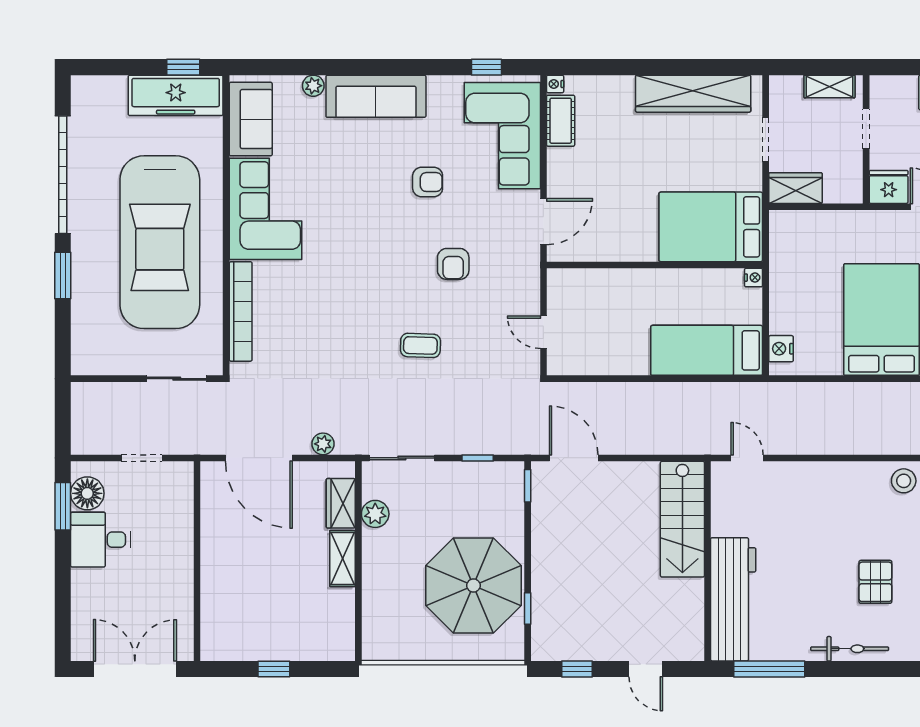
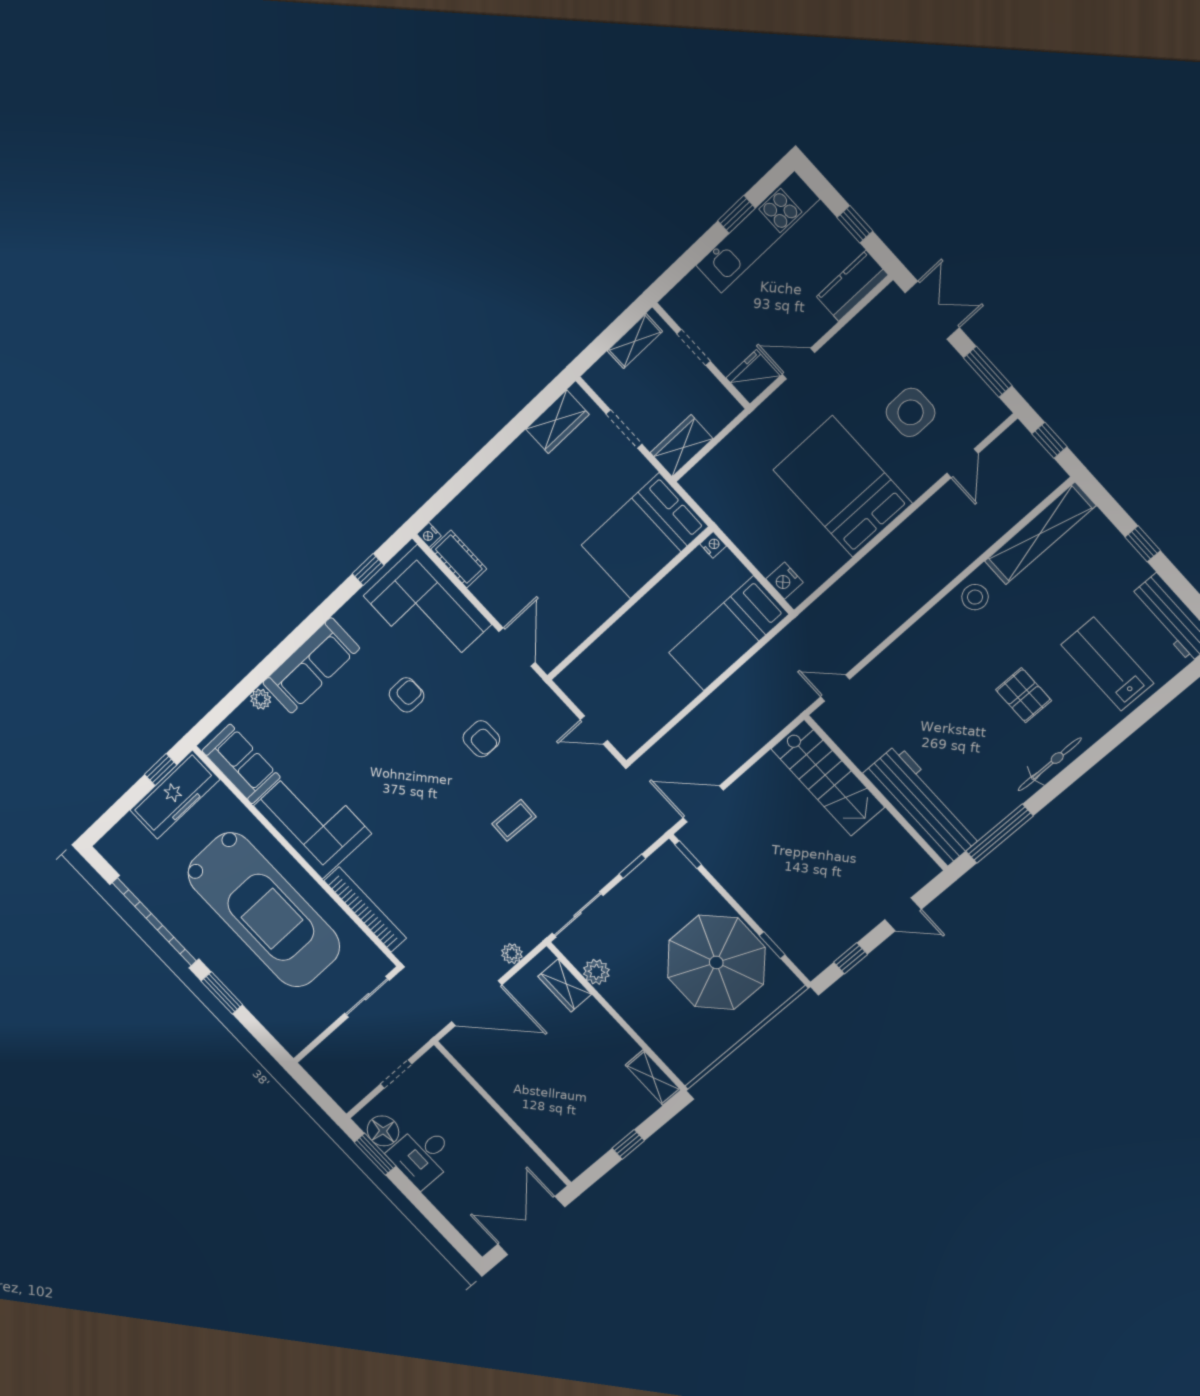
wardrobe: (693, 94) -> (557, 422), width x0.48, depth x0.85
shelving: (343, 558) -> (653, 1077), moved

